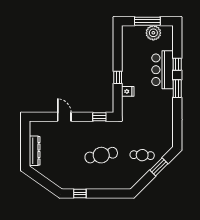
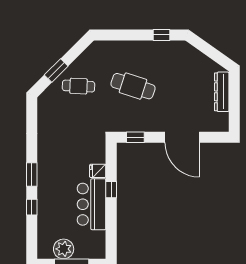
bar counter: (162, 70) -> (91, 204), moved, turned 180
door: (64, 117) -> (182, 137), width x1.87
cafe table: (101, 155) -> (133, 86), turned 30

